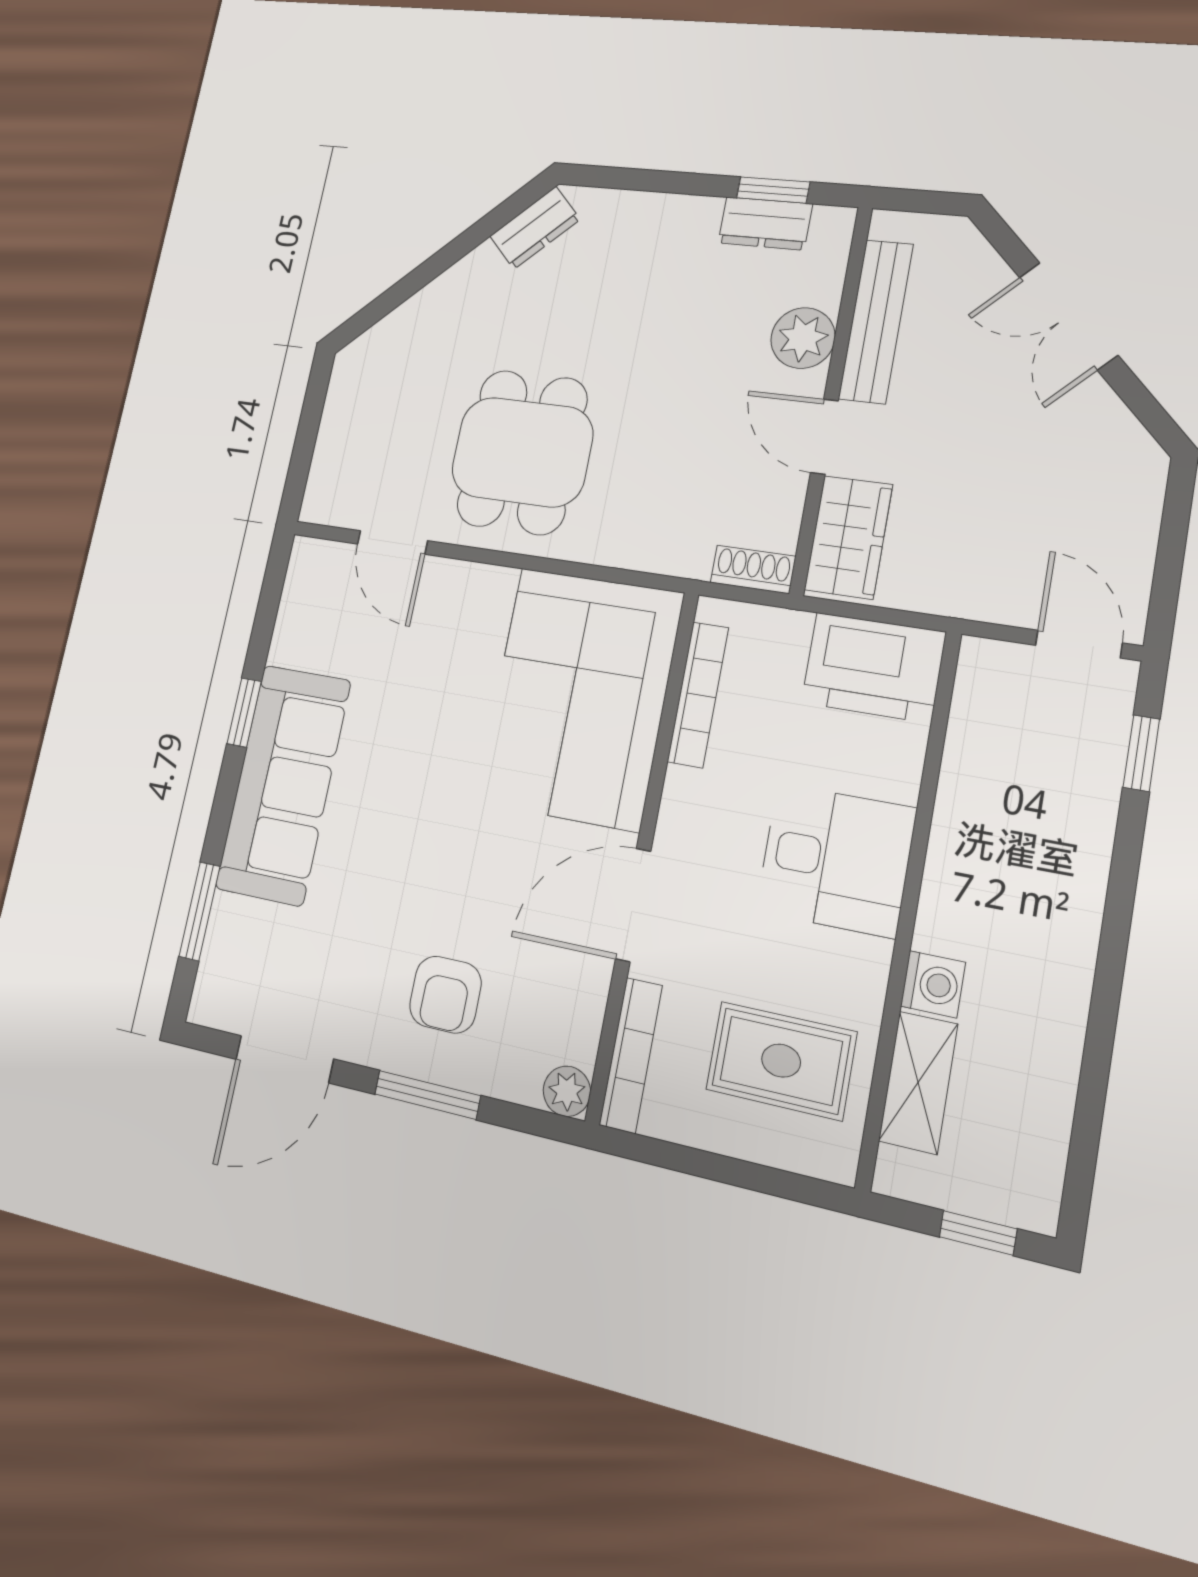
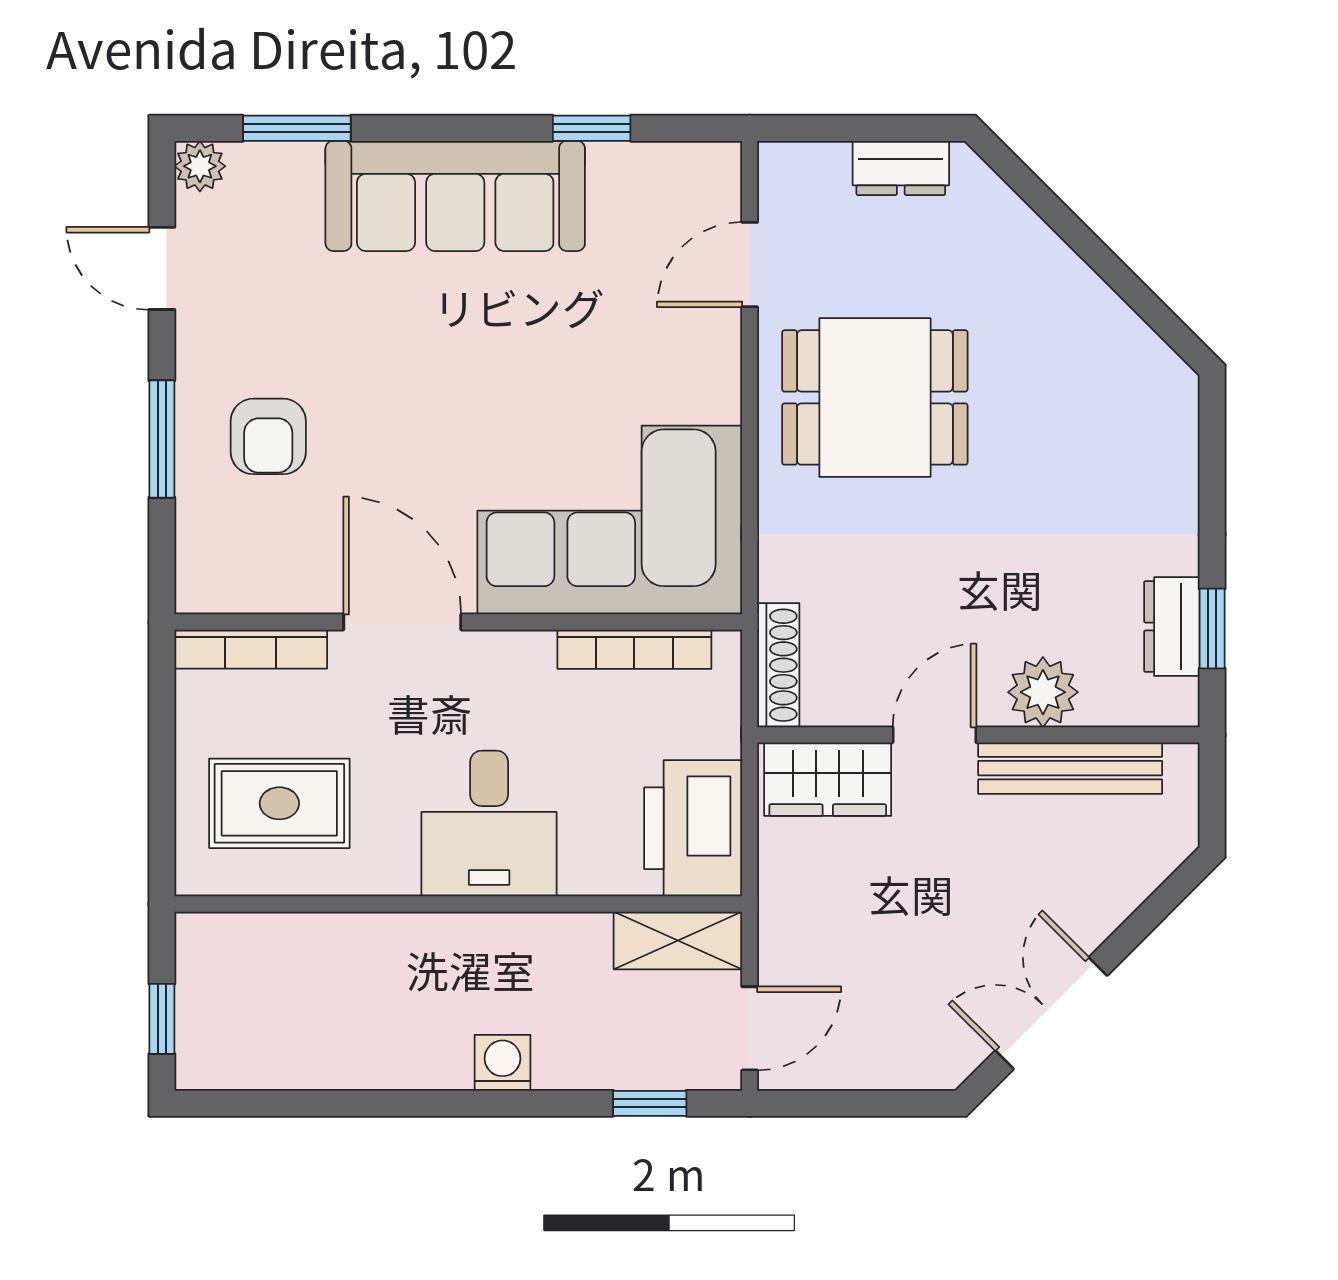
dresser: (535, 228) -> (901, 168), moved, turned -45
double door: (1068, 316) -> (1051, 1013), moved
shoe rack: (753, 569) -> (778, 665), width x1.43
window: (244, 713) -> (592, 128), moved
washing machine: (933, 984) -> (503, 1063), moved, turned 180
armchair: (445, 995) -> (268, 436), turned -90
door: (284, 1059) -> (162, 268), width x0.73
rug: (781, 1061) -> (279, 803), turned 90
shelving: (918, 1082) -> (678, 940), moved
plant: (567, 1091) -> (200, 166), moved

